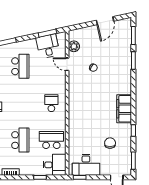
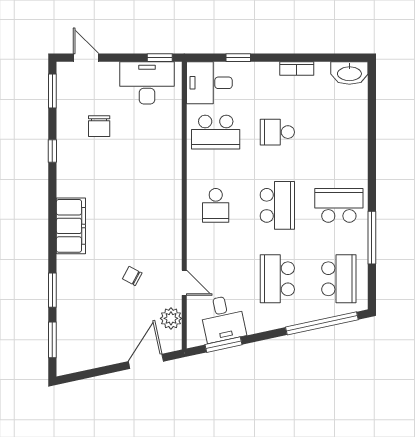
door: (105, 21) -> (146, 361), moved
school desk: (20, 103) -> (277, 205), added
filing cabinet: (124, 109) -> (71, 226), moved
school desk: (20, 140) -> (277, 132), width x0.54

